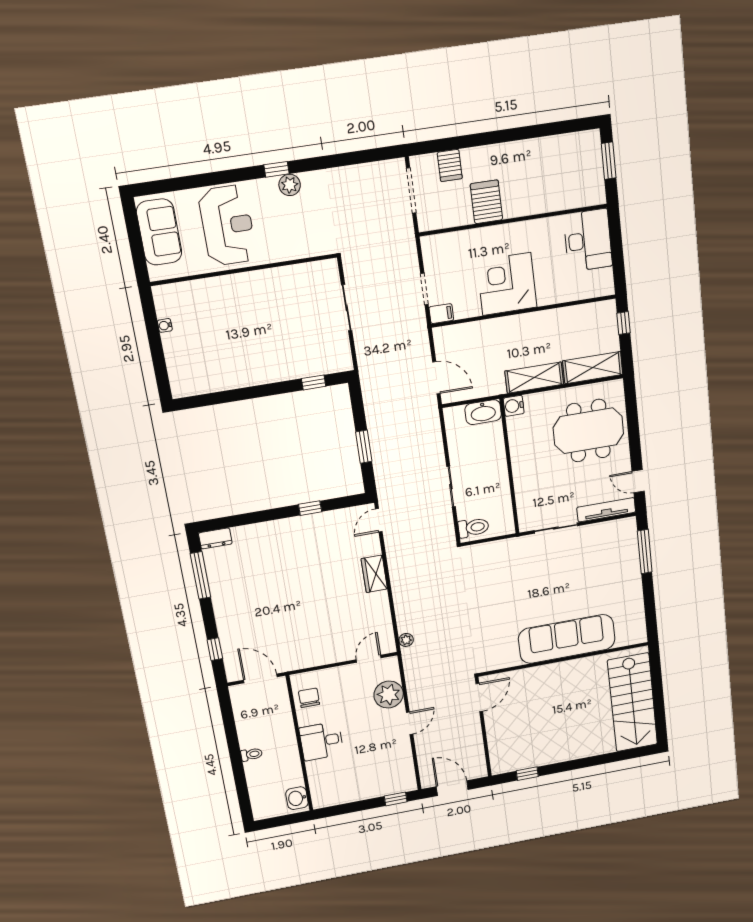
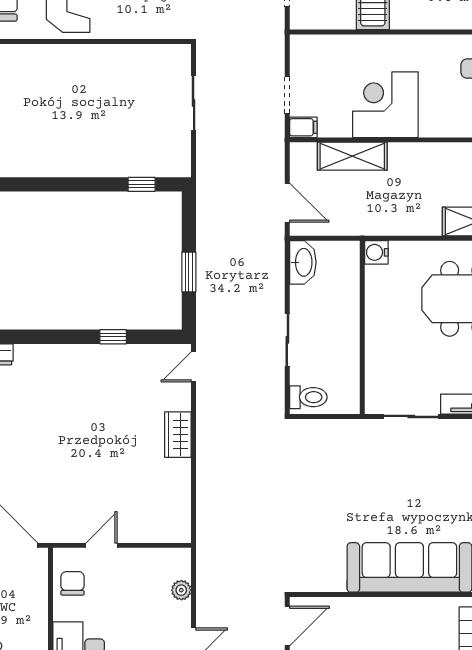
shelving: (534, 378) -> (352, 156), moved
washbasin: (483, 412) -> (303, 262), moved, turned -90
plant: (406, 640) -> (205, 529), removed
door: (369, 659) -> (101, 545), moved
plant: (389, 695) -> (181, 590), width x0.53, depth x0.53

